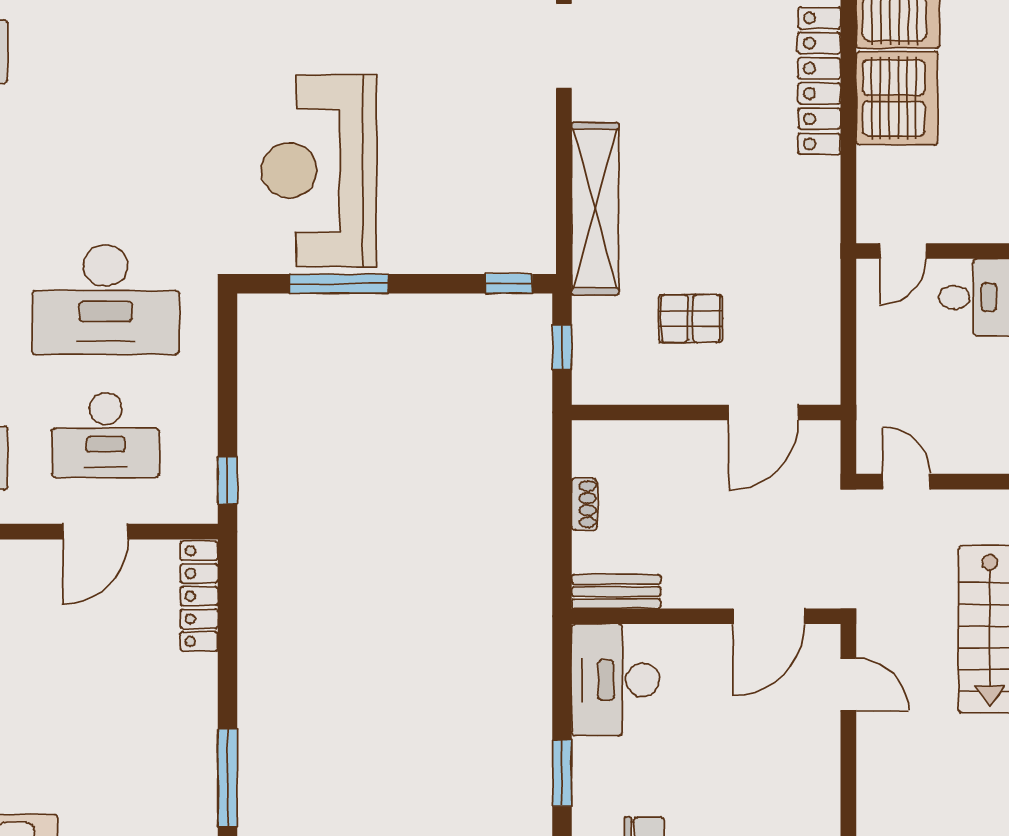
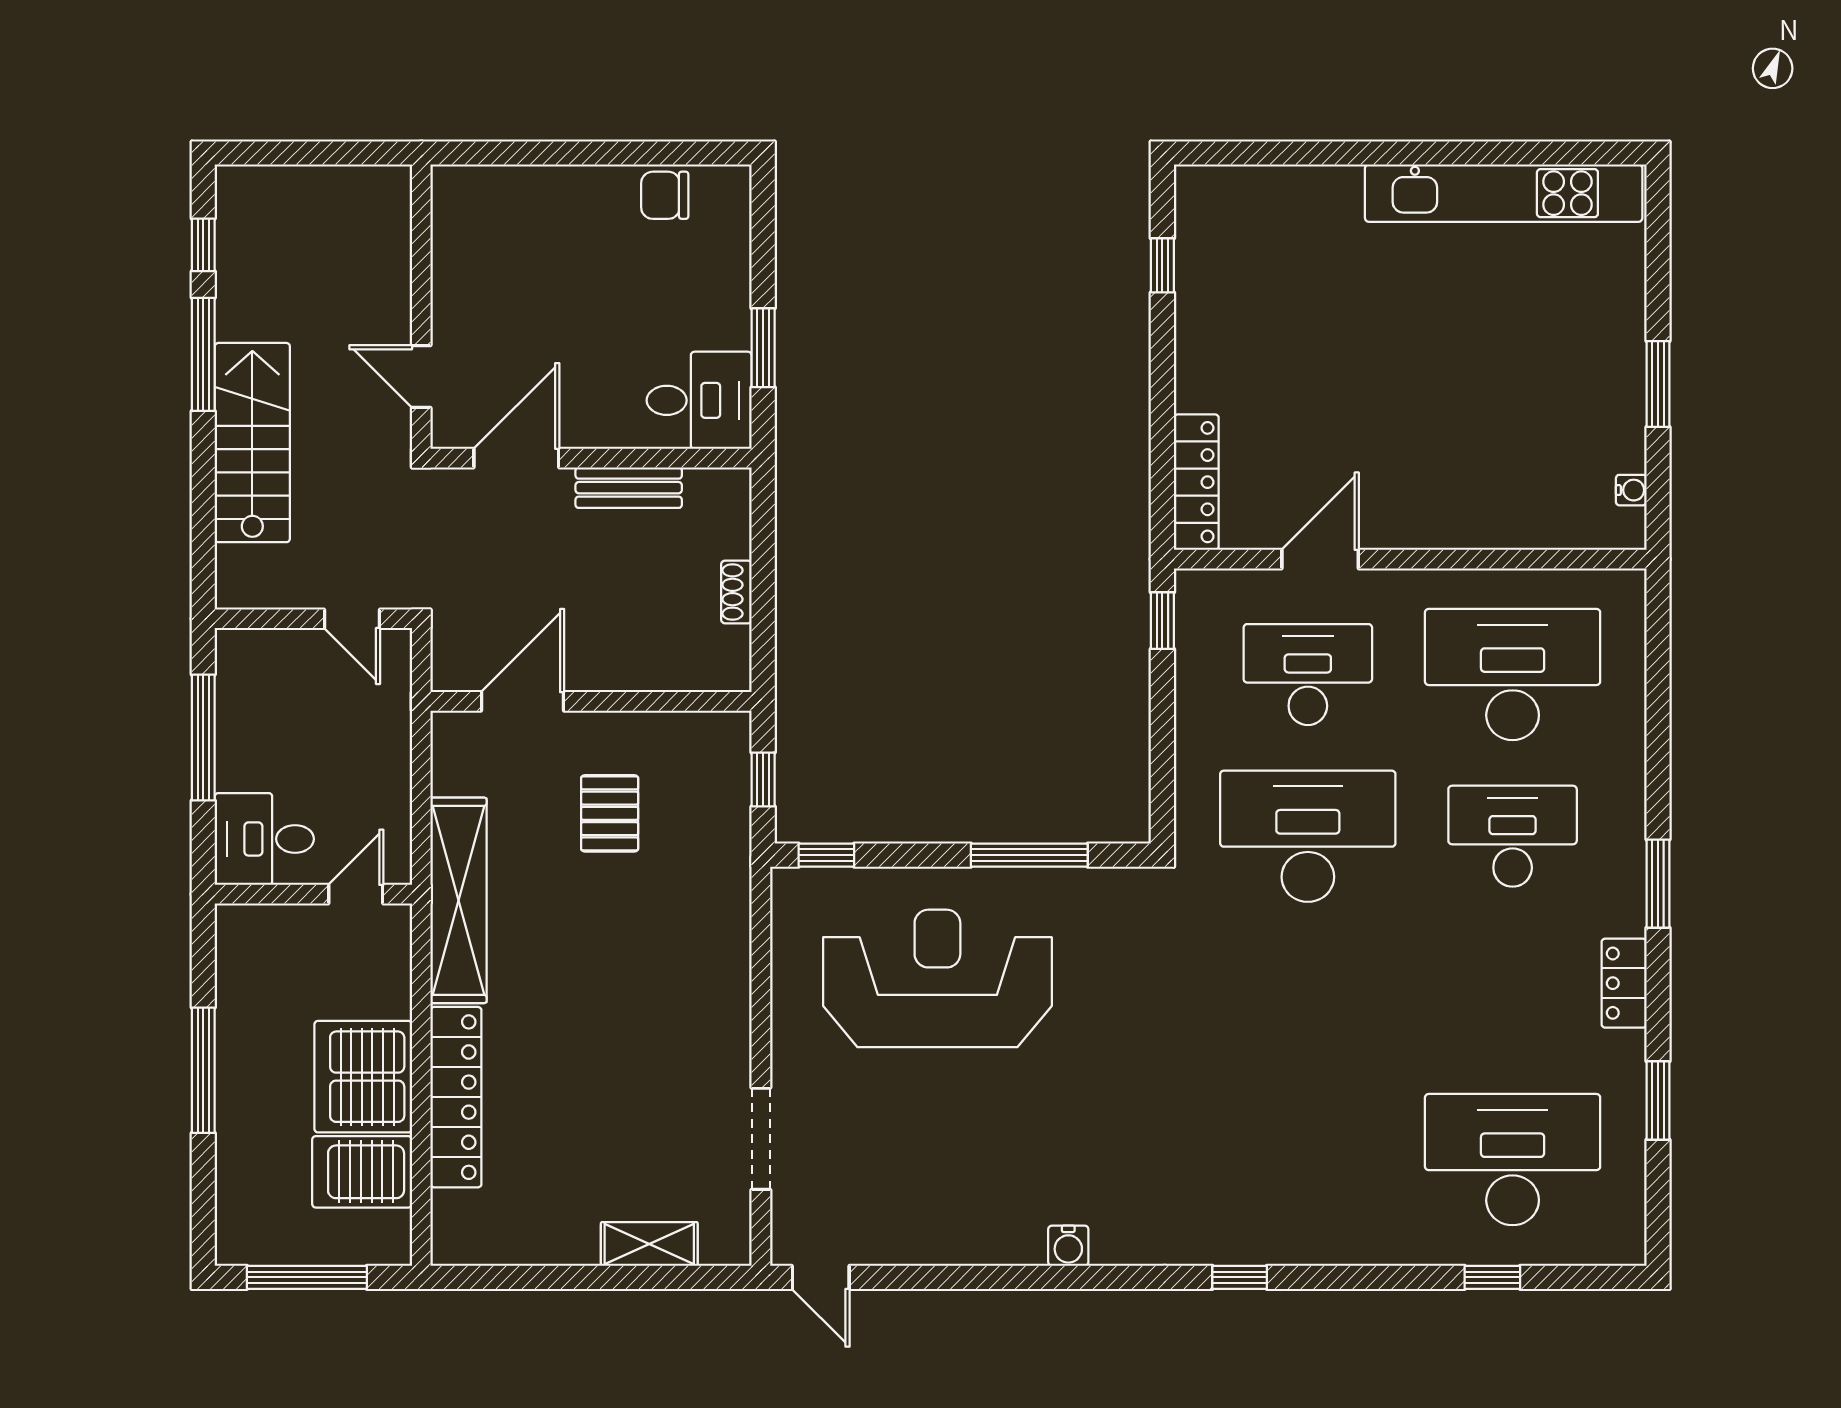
reception desk: (319, 170) -> (937, 978), moved, turned -90
shelving: (595, 209) -> (458, 900), moved
pallet: (691, 319) -> (610, 813), turned 90
bench: (616, 592) -> (629, 488), moved
desk: (616, 680) -> (699, 400), width x0.73
window: (562, 773) -> (763, 348), moved
window: (227, 778) -> (1162, 265), width x0.46

